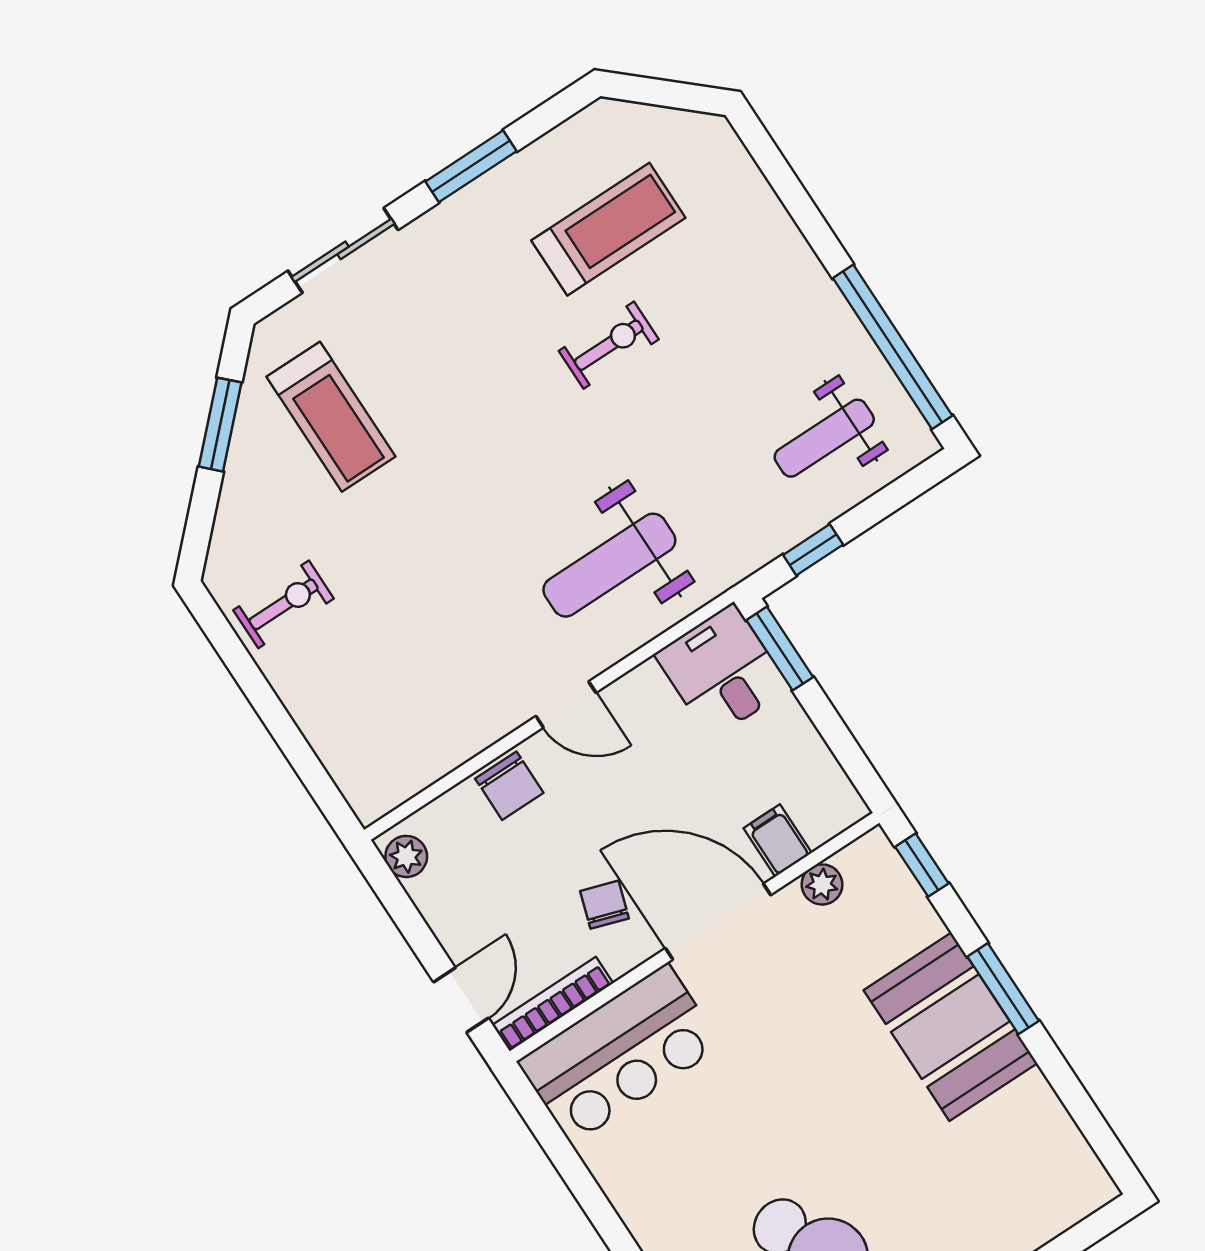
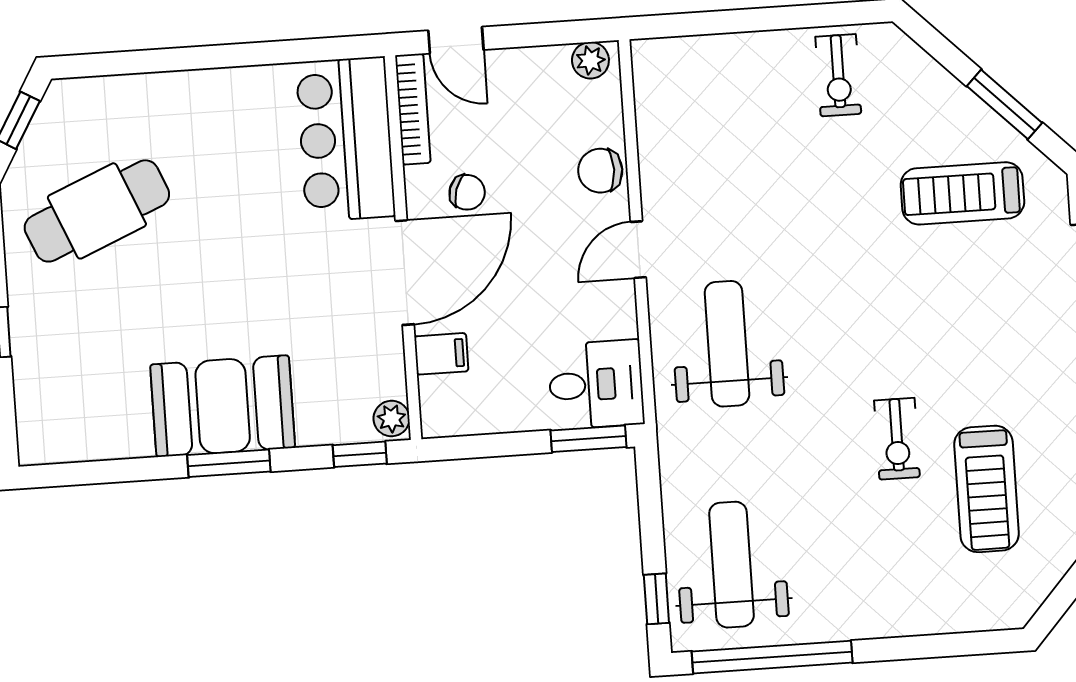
weight bench: (824, 438) -> (731, 565), width x1.36, depth x1.33
window: (813, 550) -> (656, 599), moved
plant: (822, 884) -> (392, 419), moved

